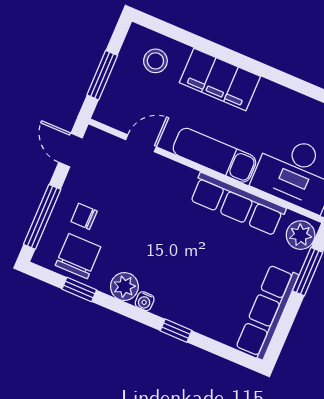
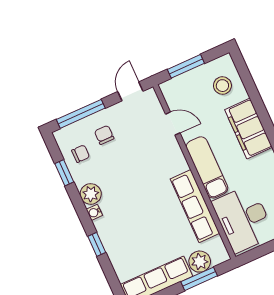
plant: (301, 235) -> (200, 262), moved
chair: (78, 256) -> (81, 154), width x0.54, depth x0.54

